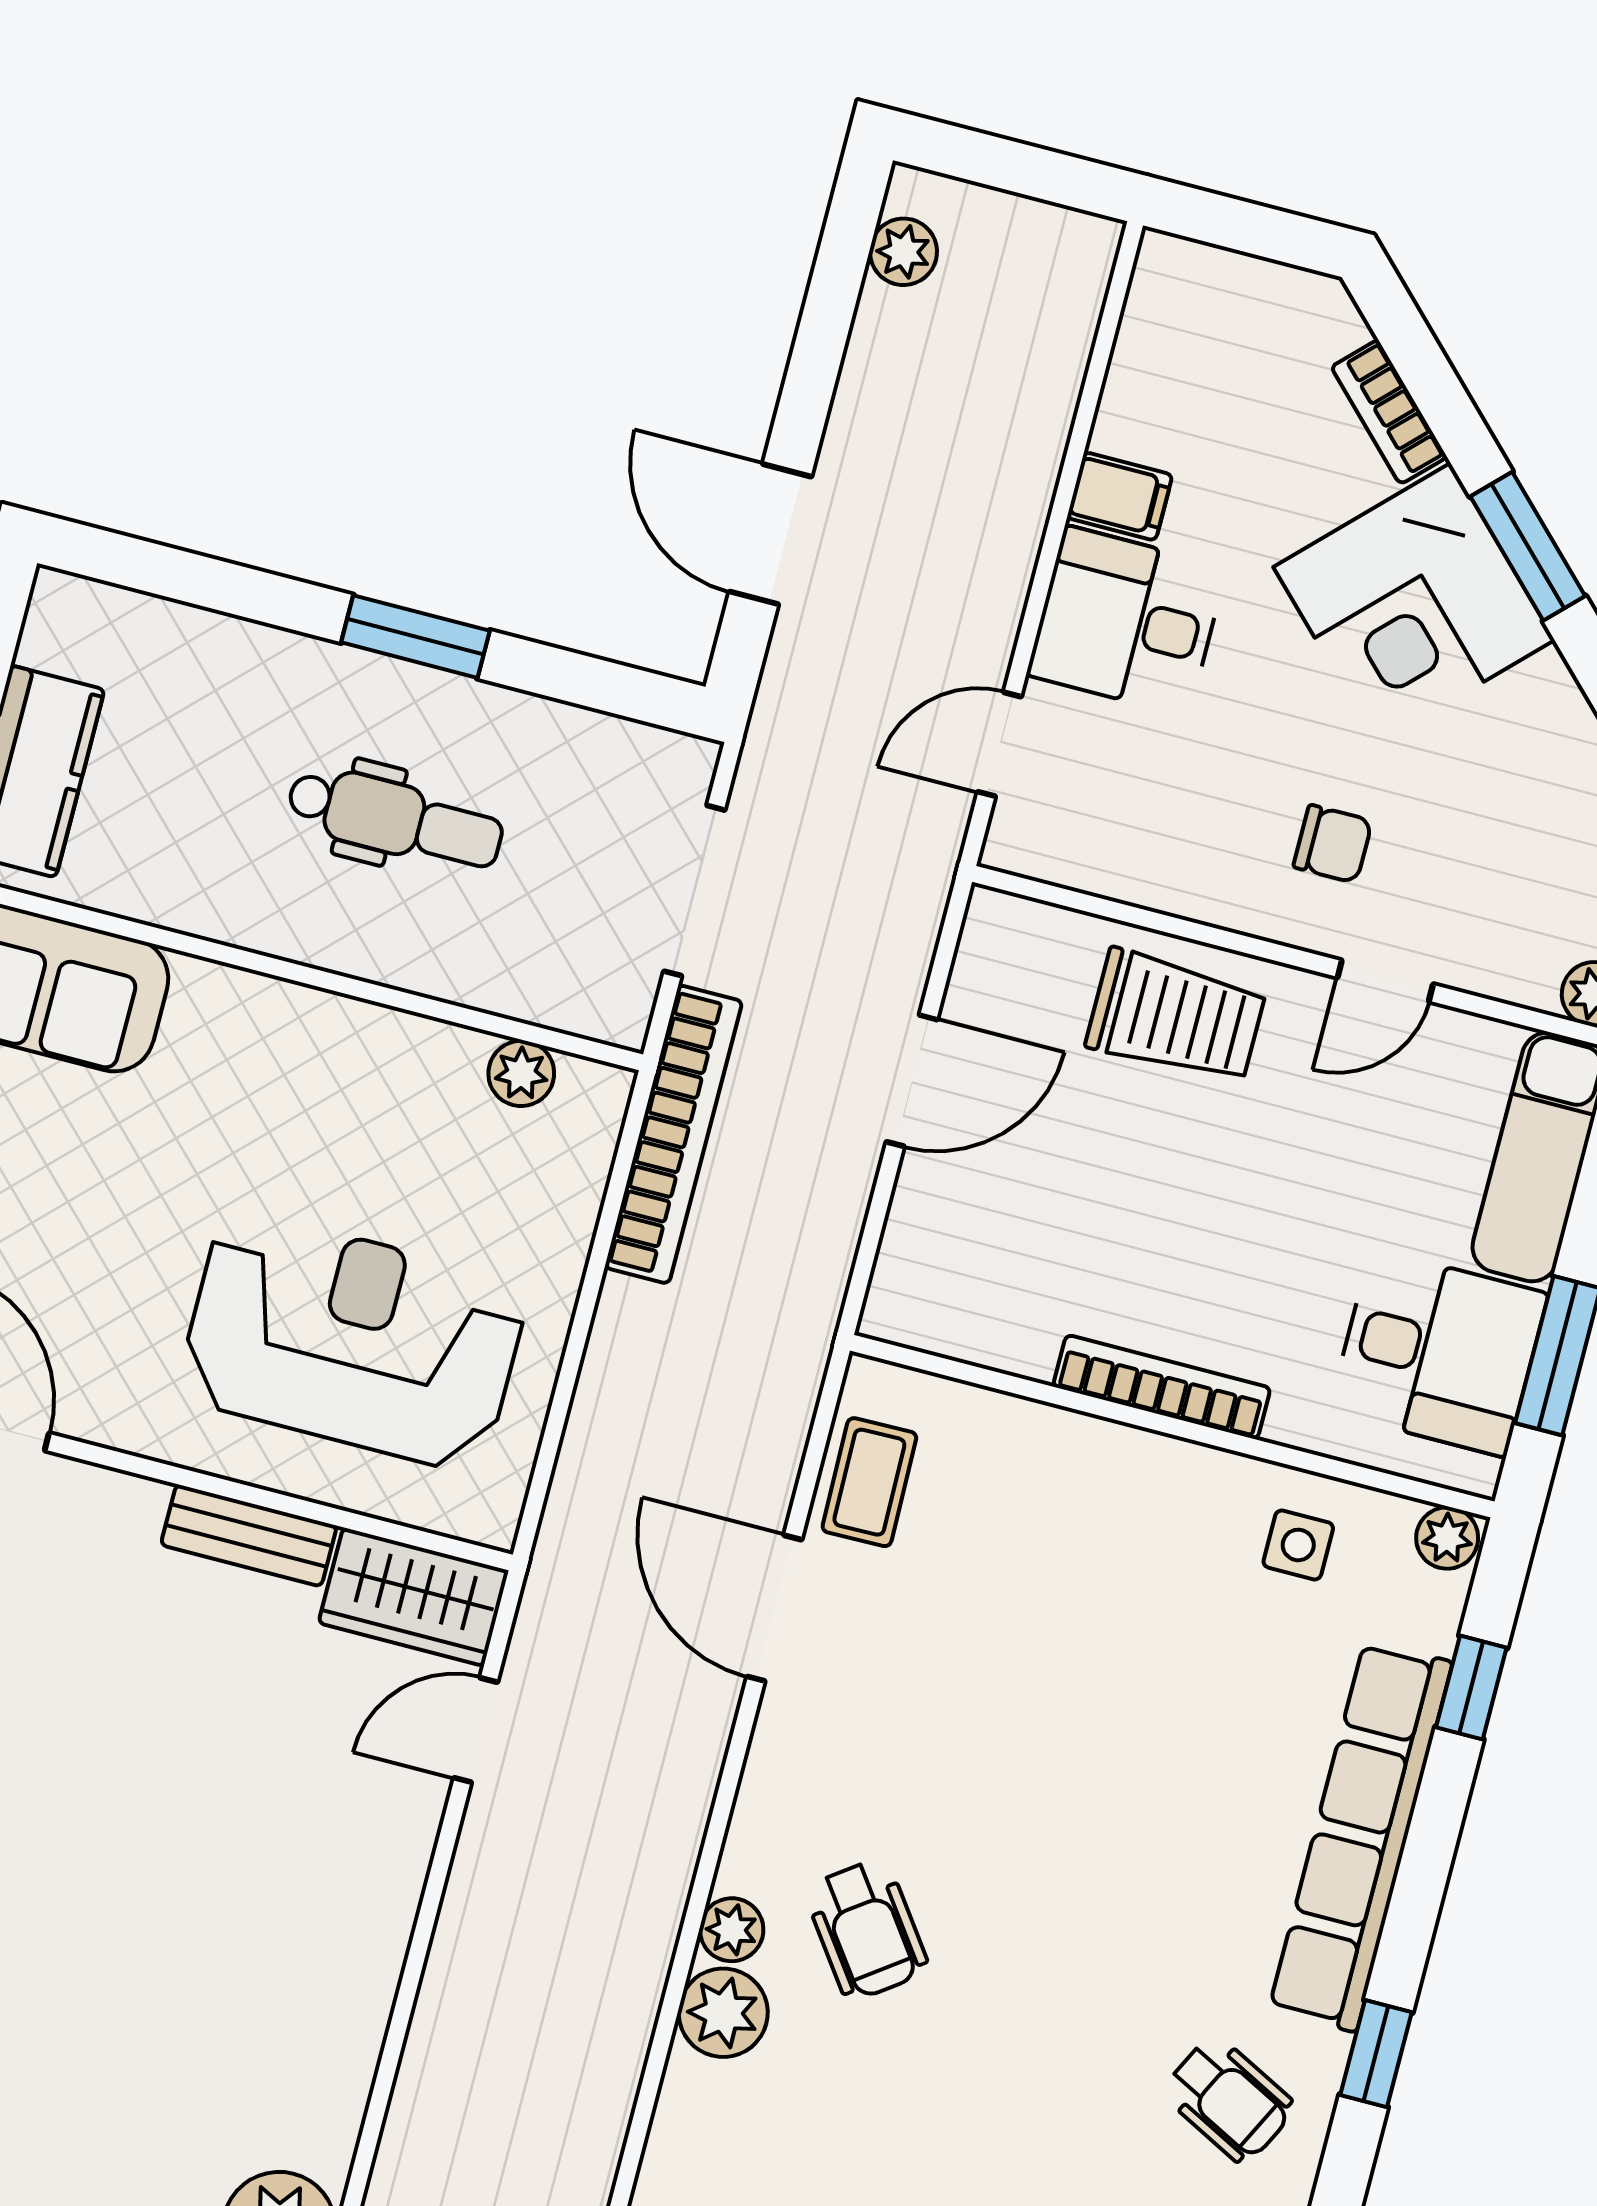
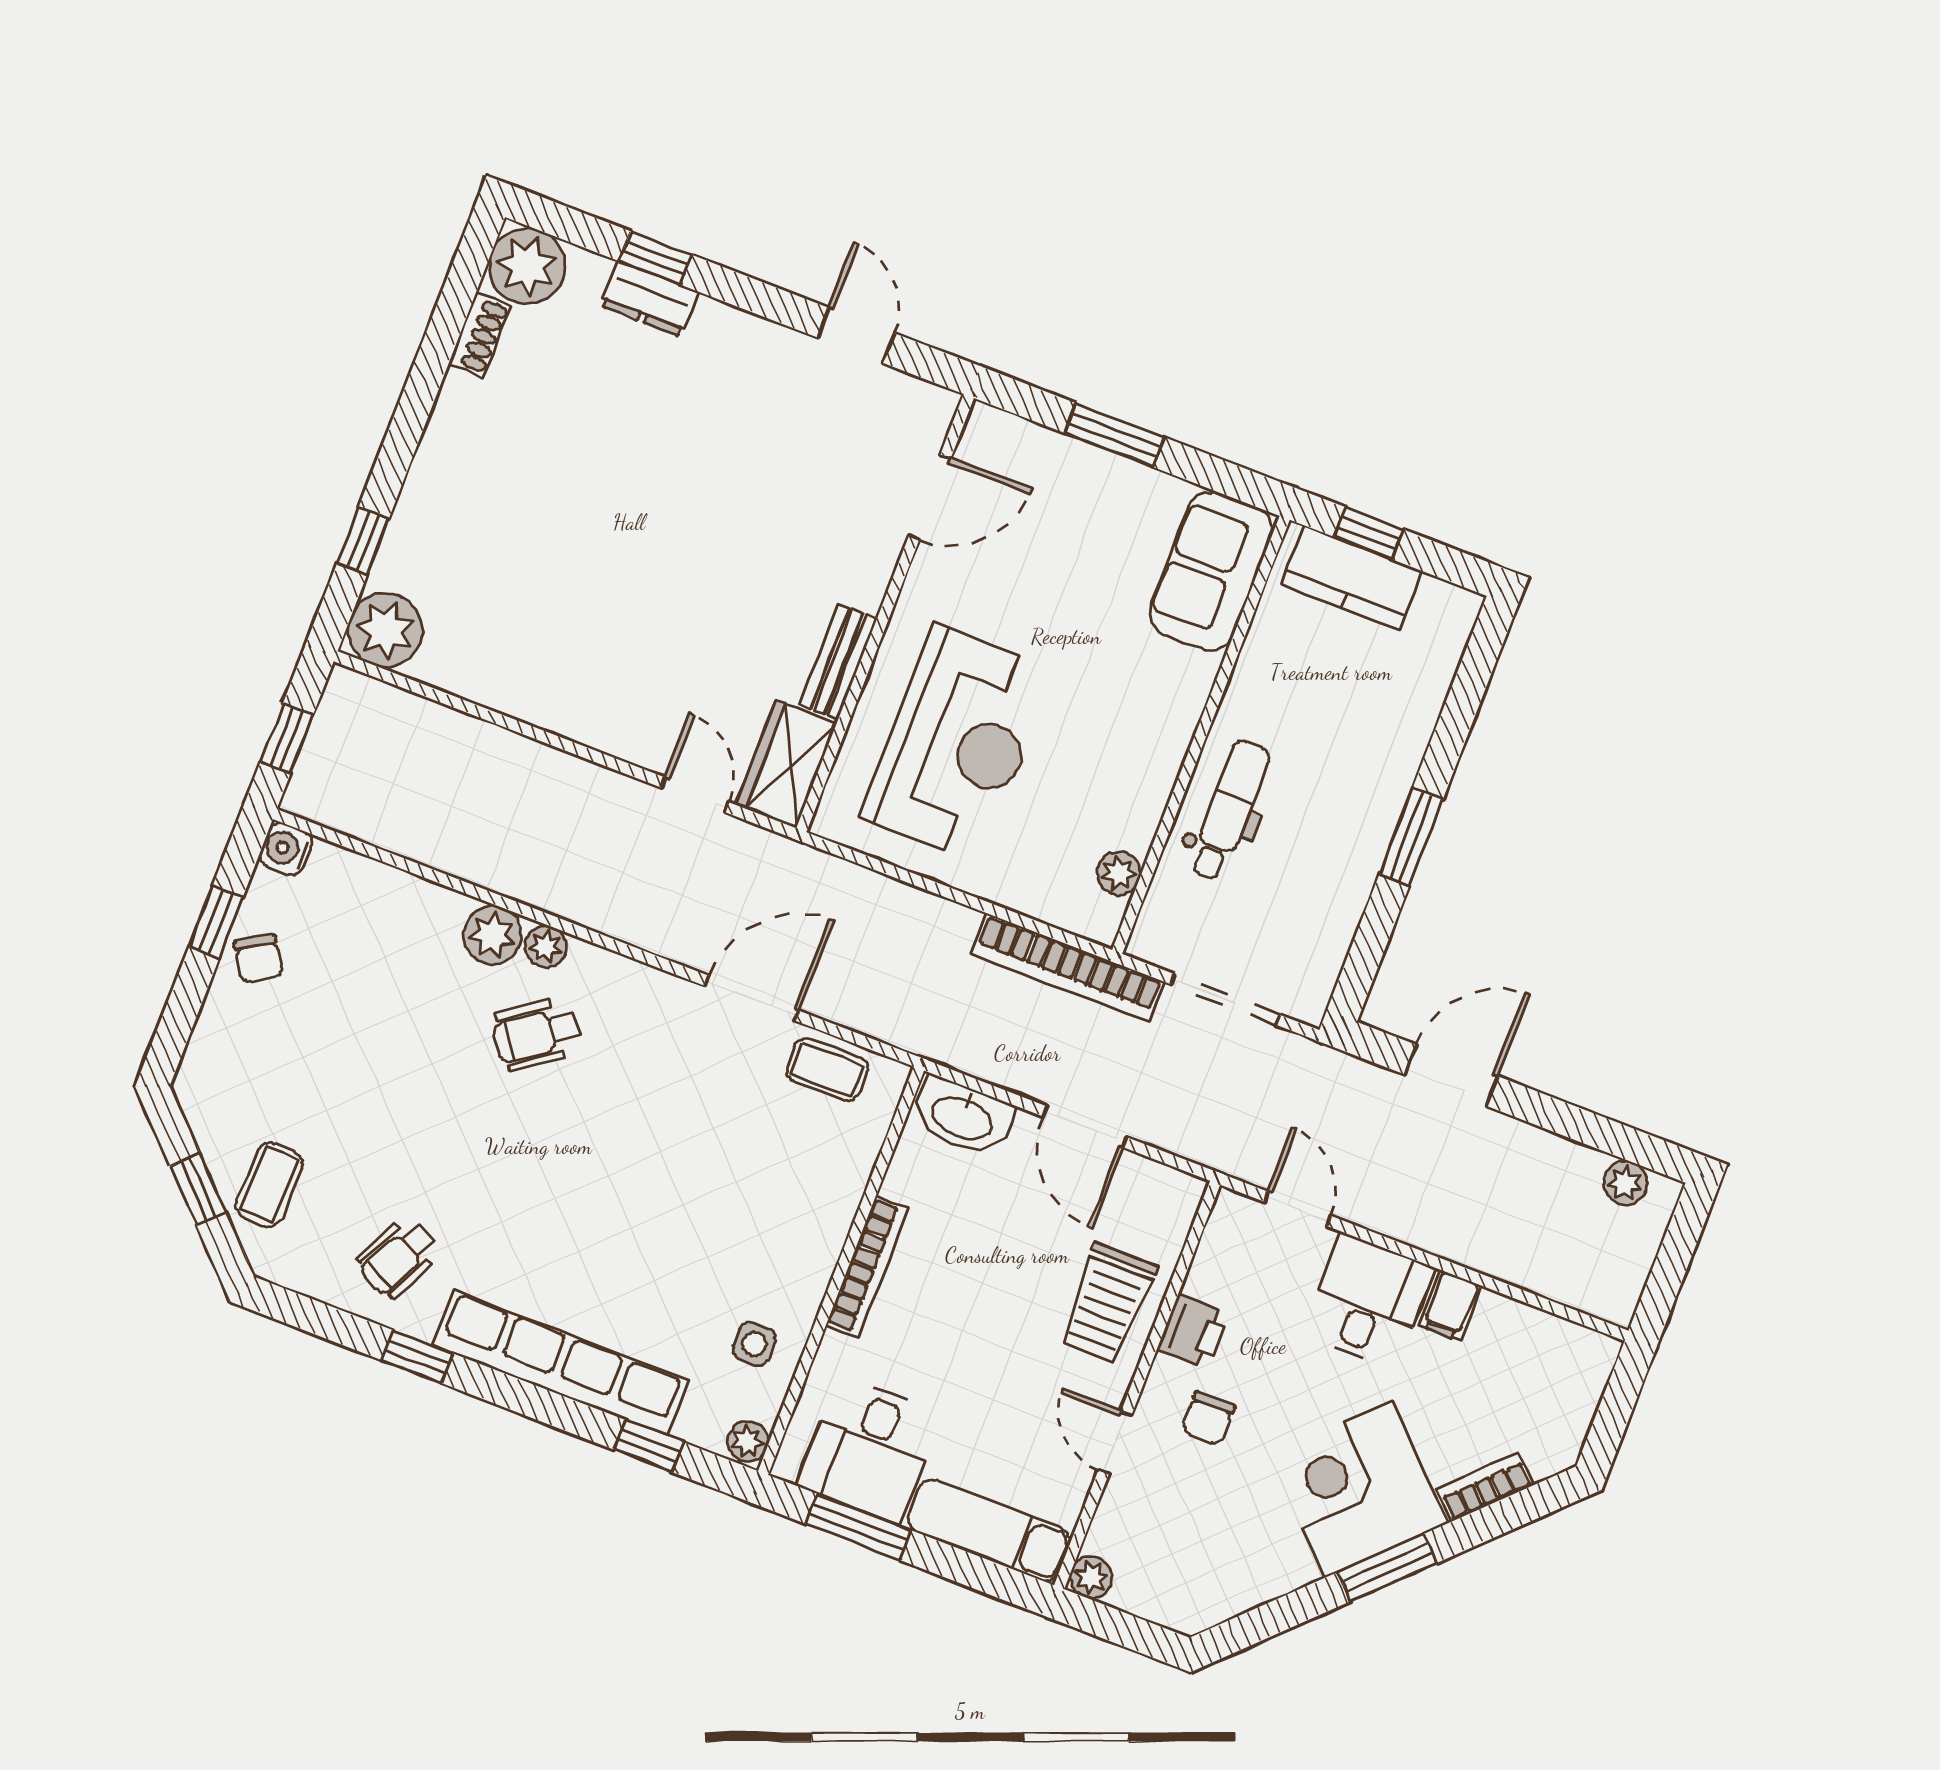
dental chair: (395, 819) -> (1229, 810), moved, turned 180
printer: (1203, 883) -> (1192, 1331), added
washbasin: (918, 1268) -> (963, 1117), added

